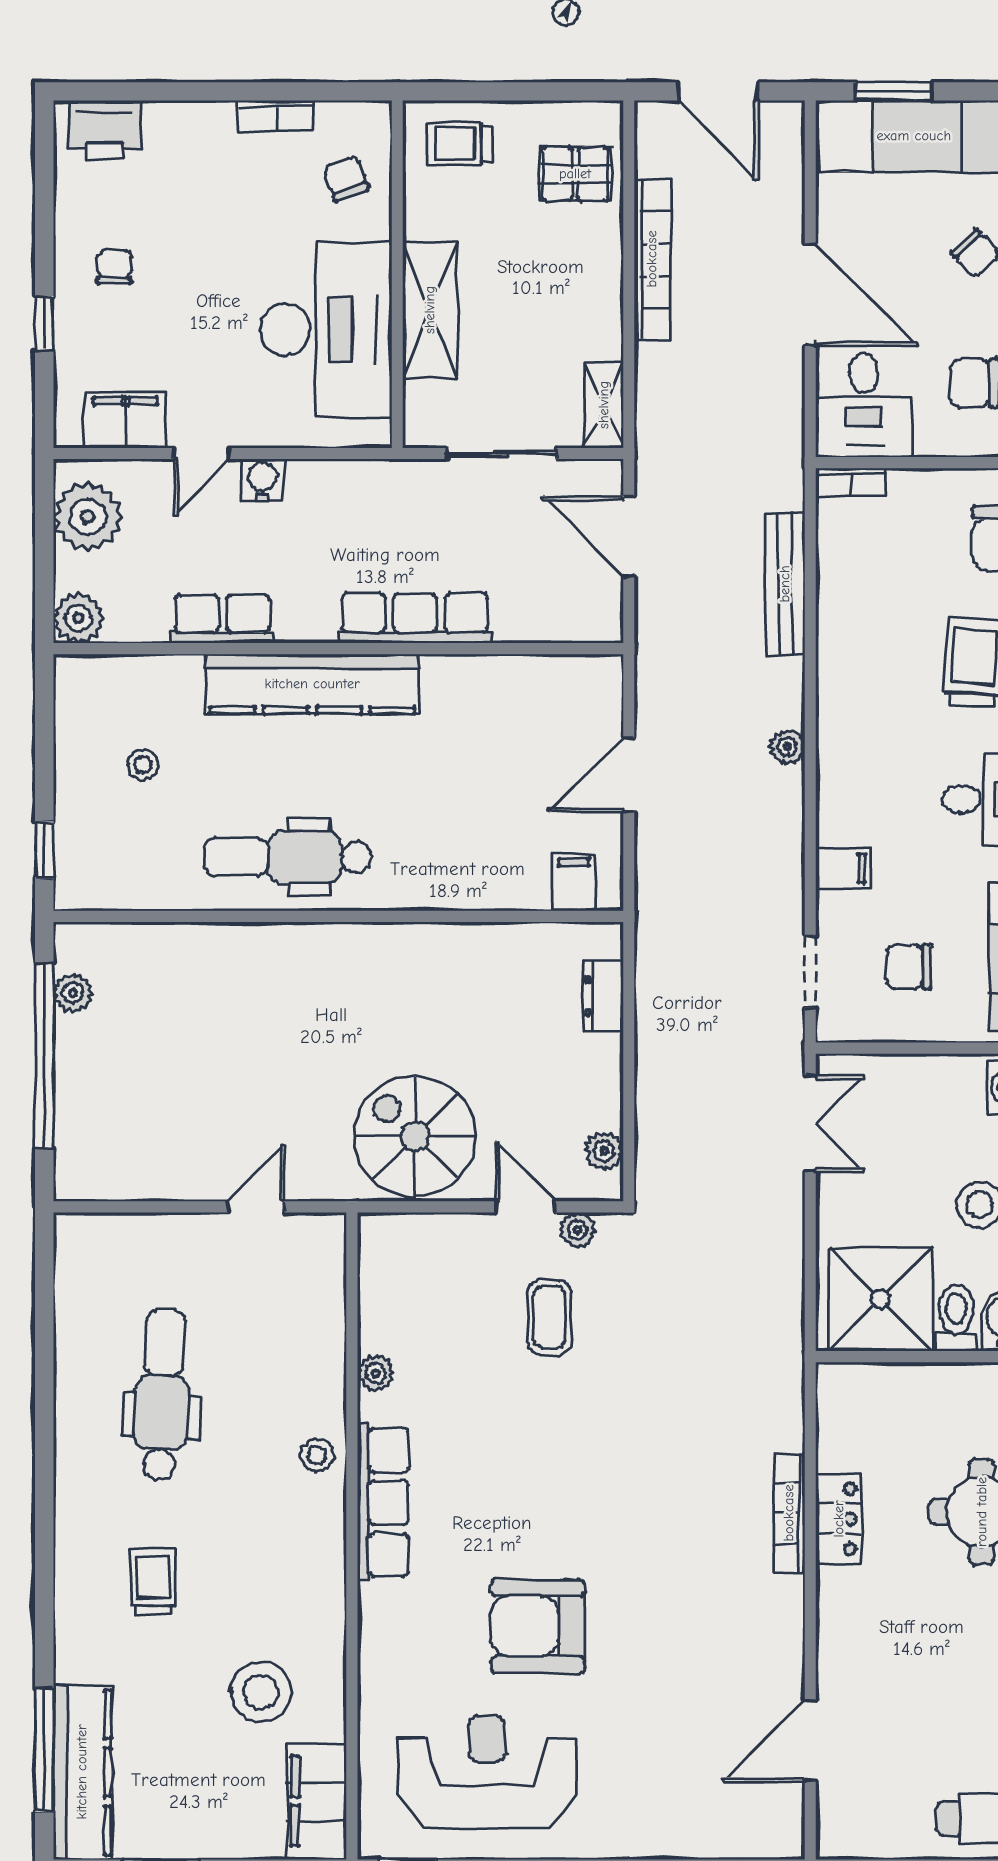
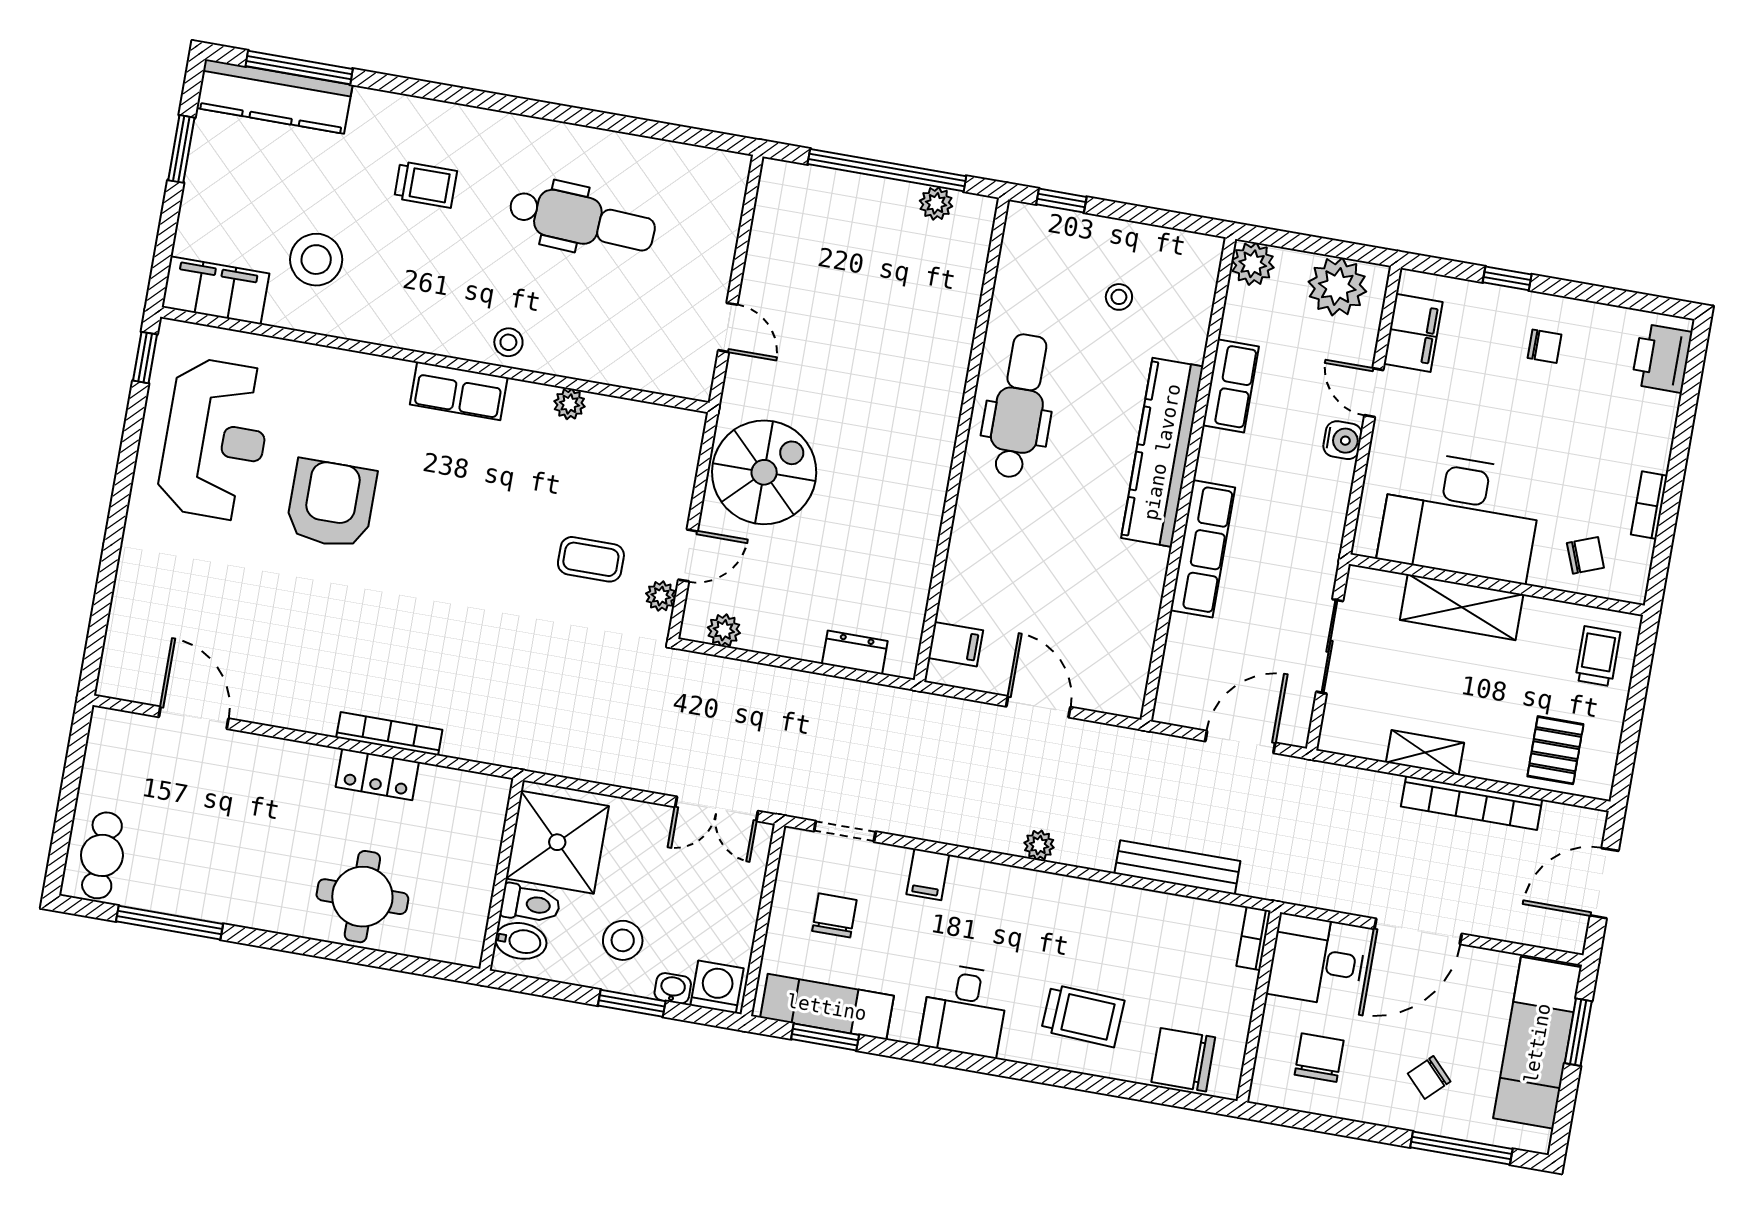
shelving: (604, 405) -> (1425, 753), moved
row of seats: (383, 1502) -> (459, 391), width x0.68

